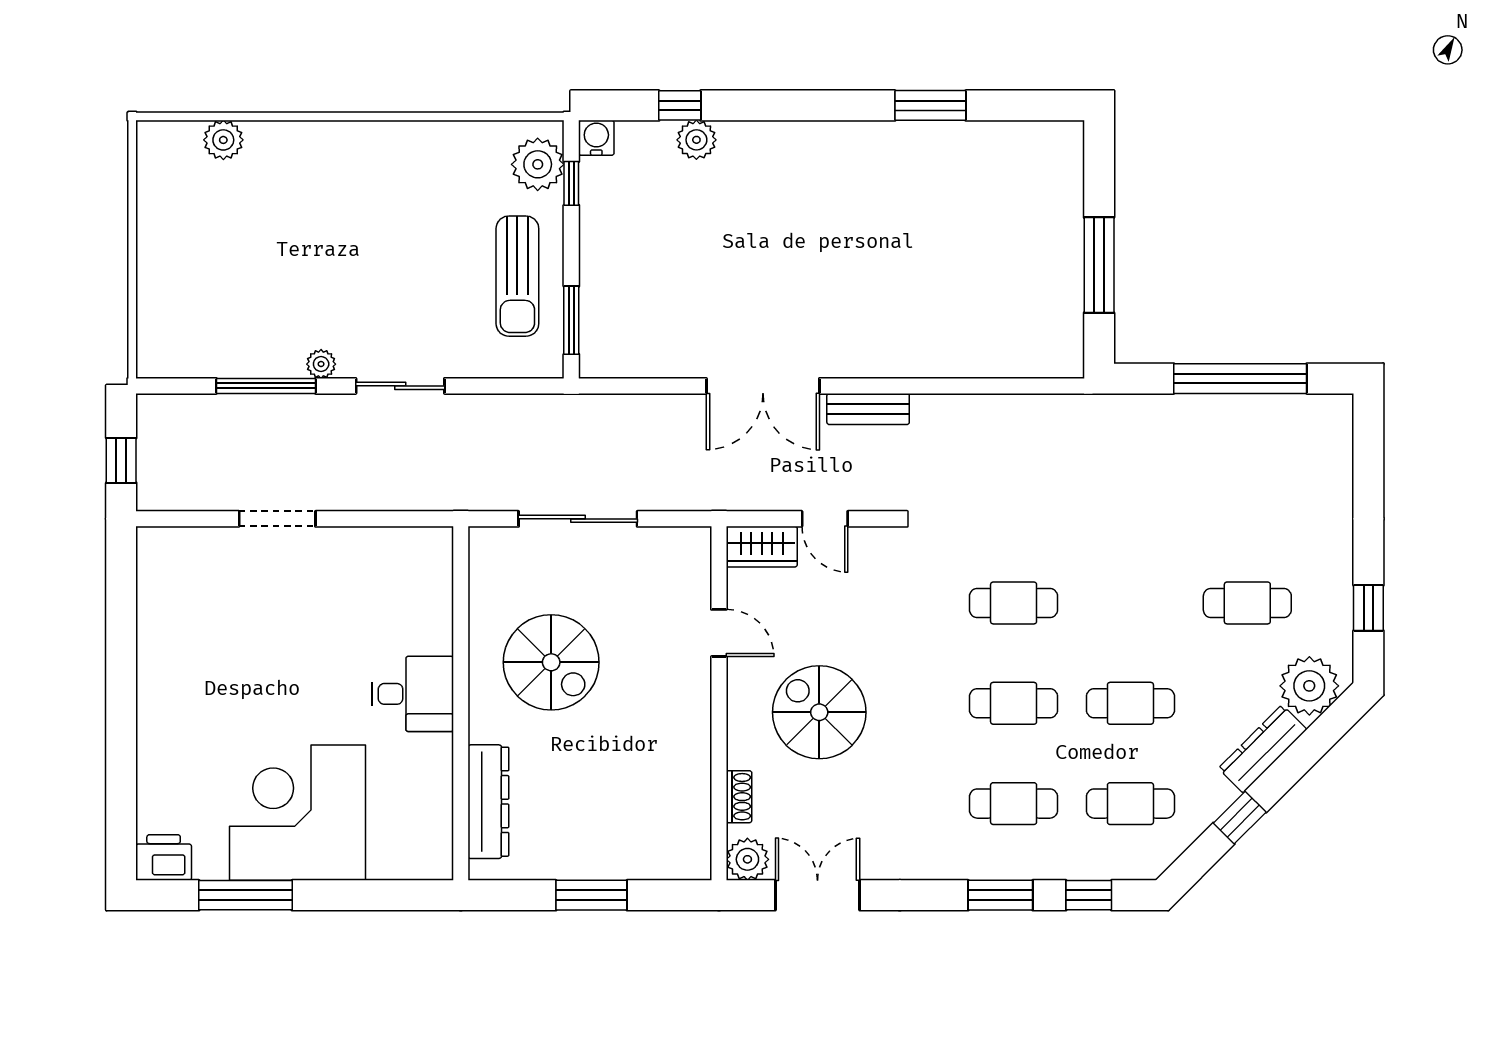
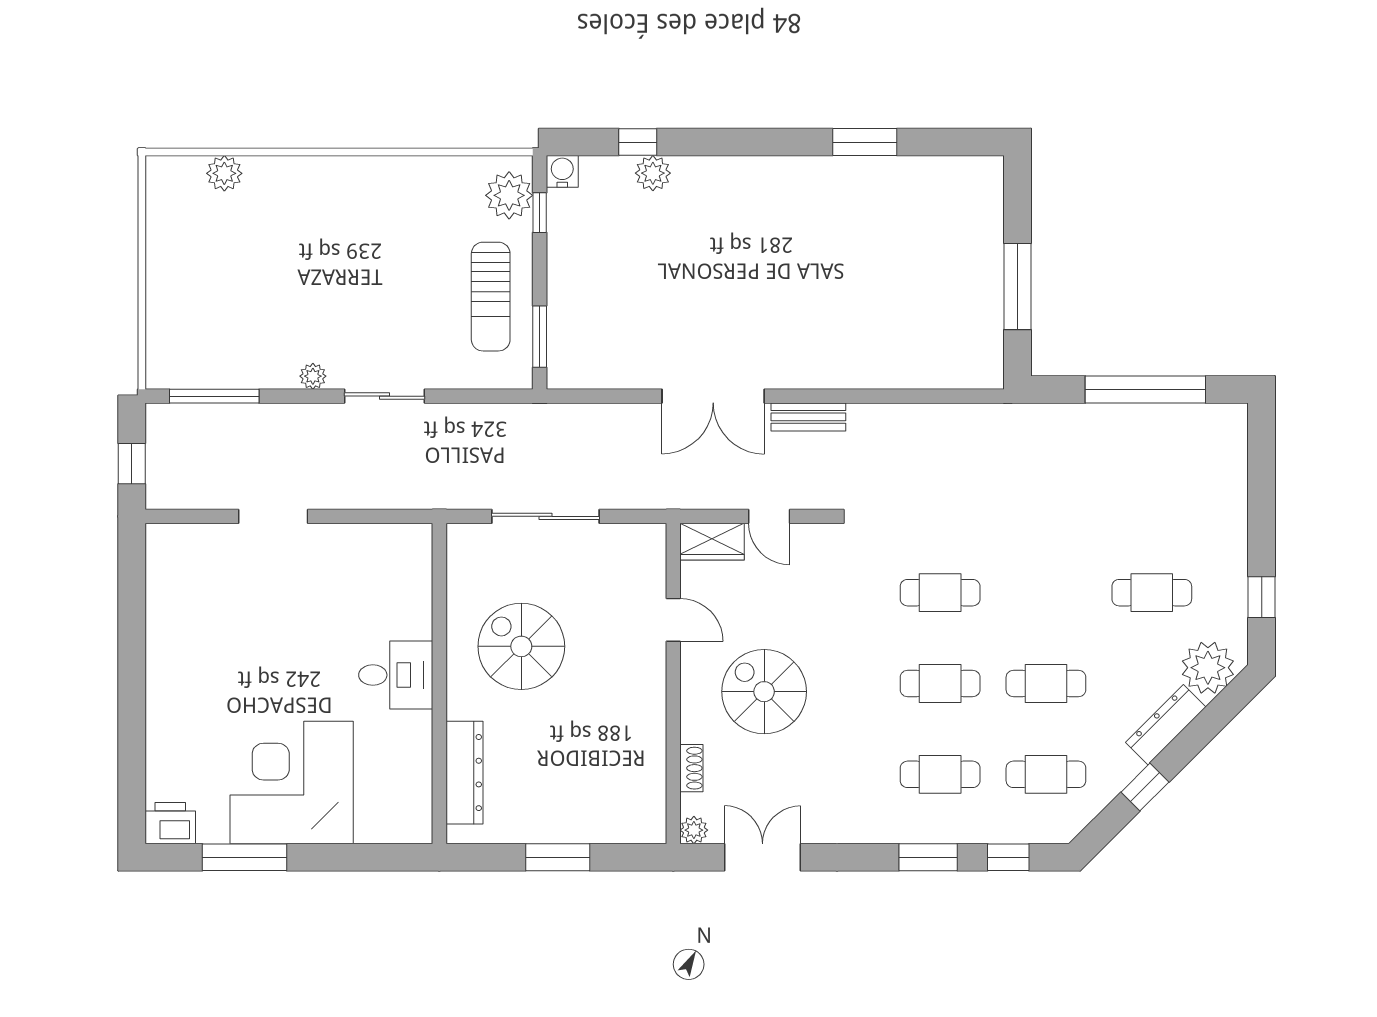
window: (266, 386) -> (214, 396), moved
spiral stairs: (551, 662) -> (521, 646), turned 180
plant: (747, 859) -> (694, 830), width x0.73, depth x0.73

